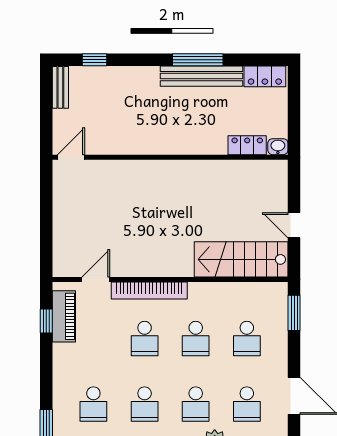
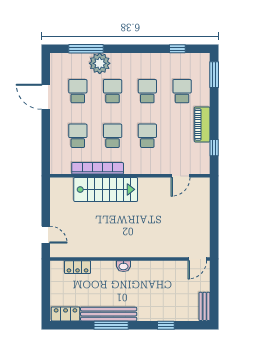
window: (94, 60) -> (166, 325), moved
washbasin: (278, 147) -> (123, 266), moved
door: (294, 225) -> (46, 235), moved
stairs: (241, 259) -> (106, 189), moved
bookcase: (149, 291) -> (98, 168), moved
window: (294, 313) -> (46, 153), removed
piano: (64, 316) -> (202, 124), moved

